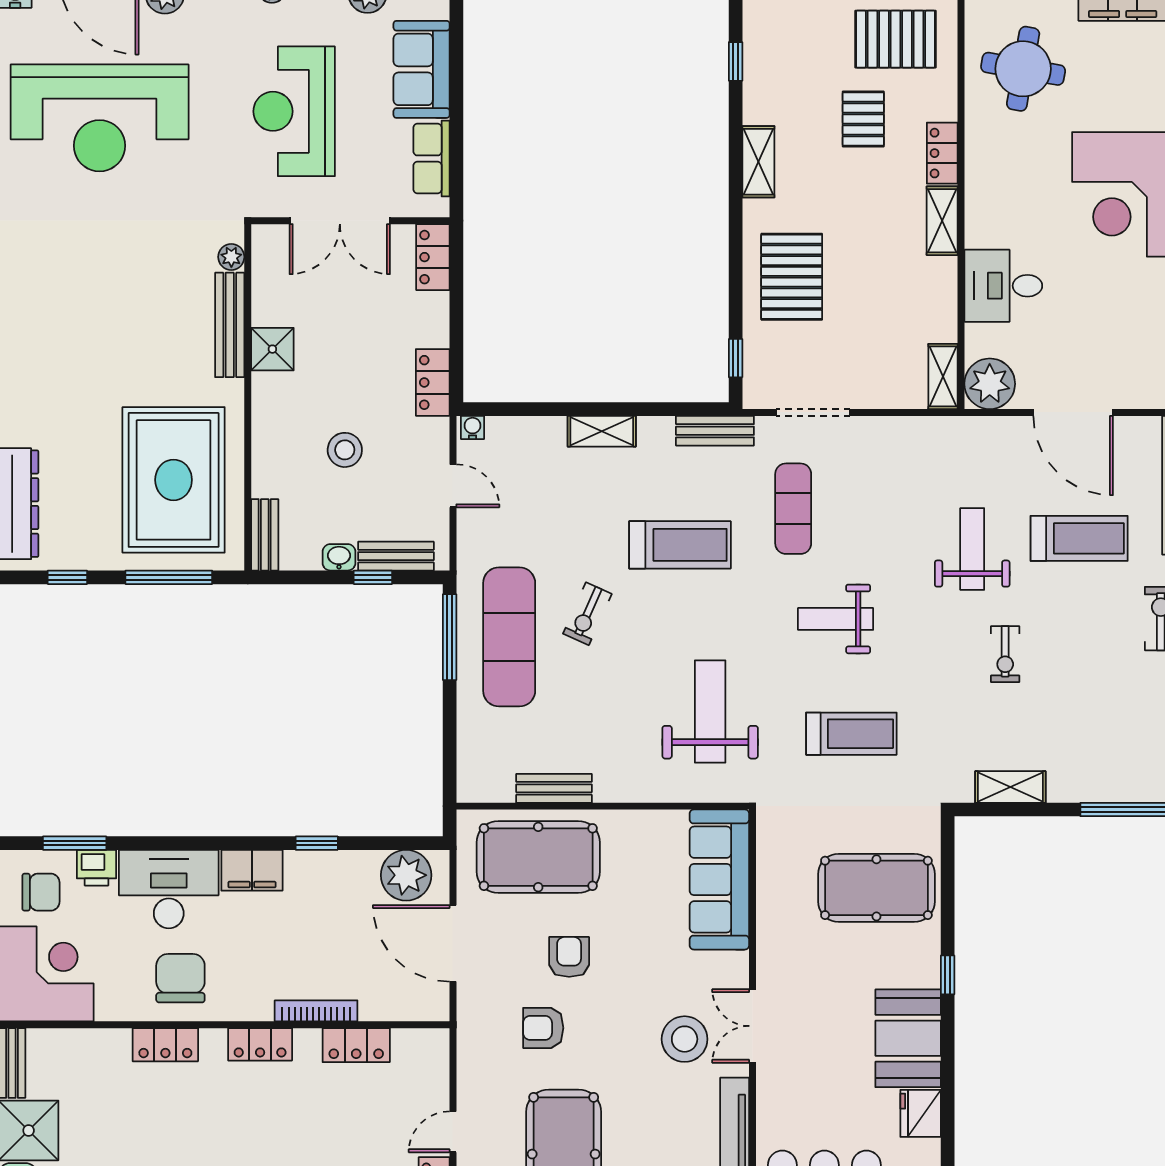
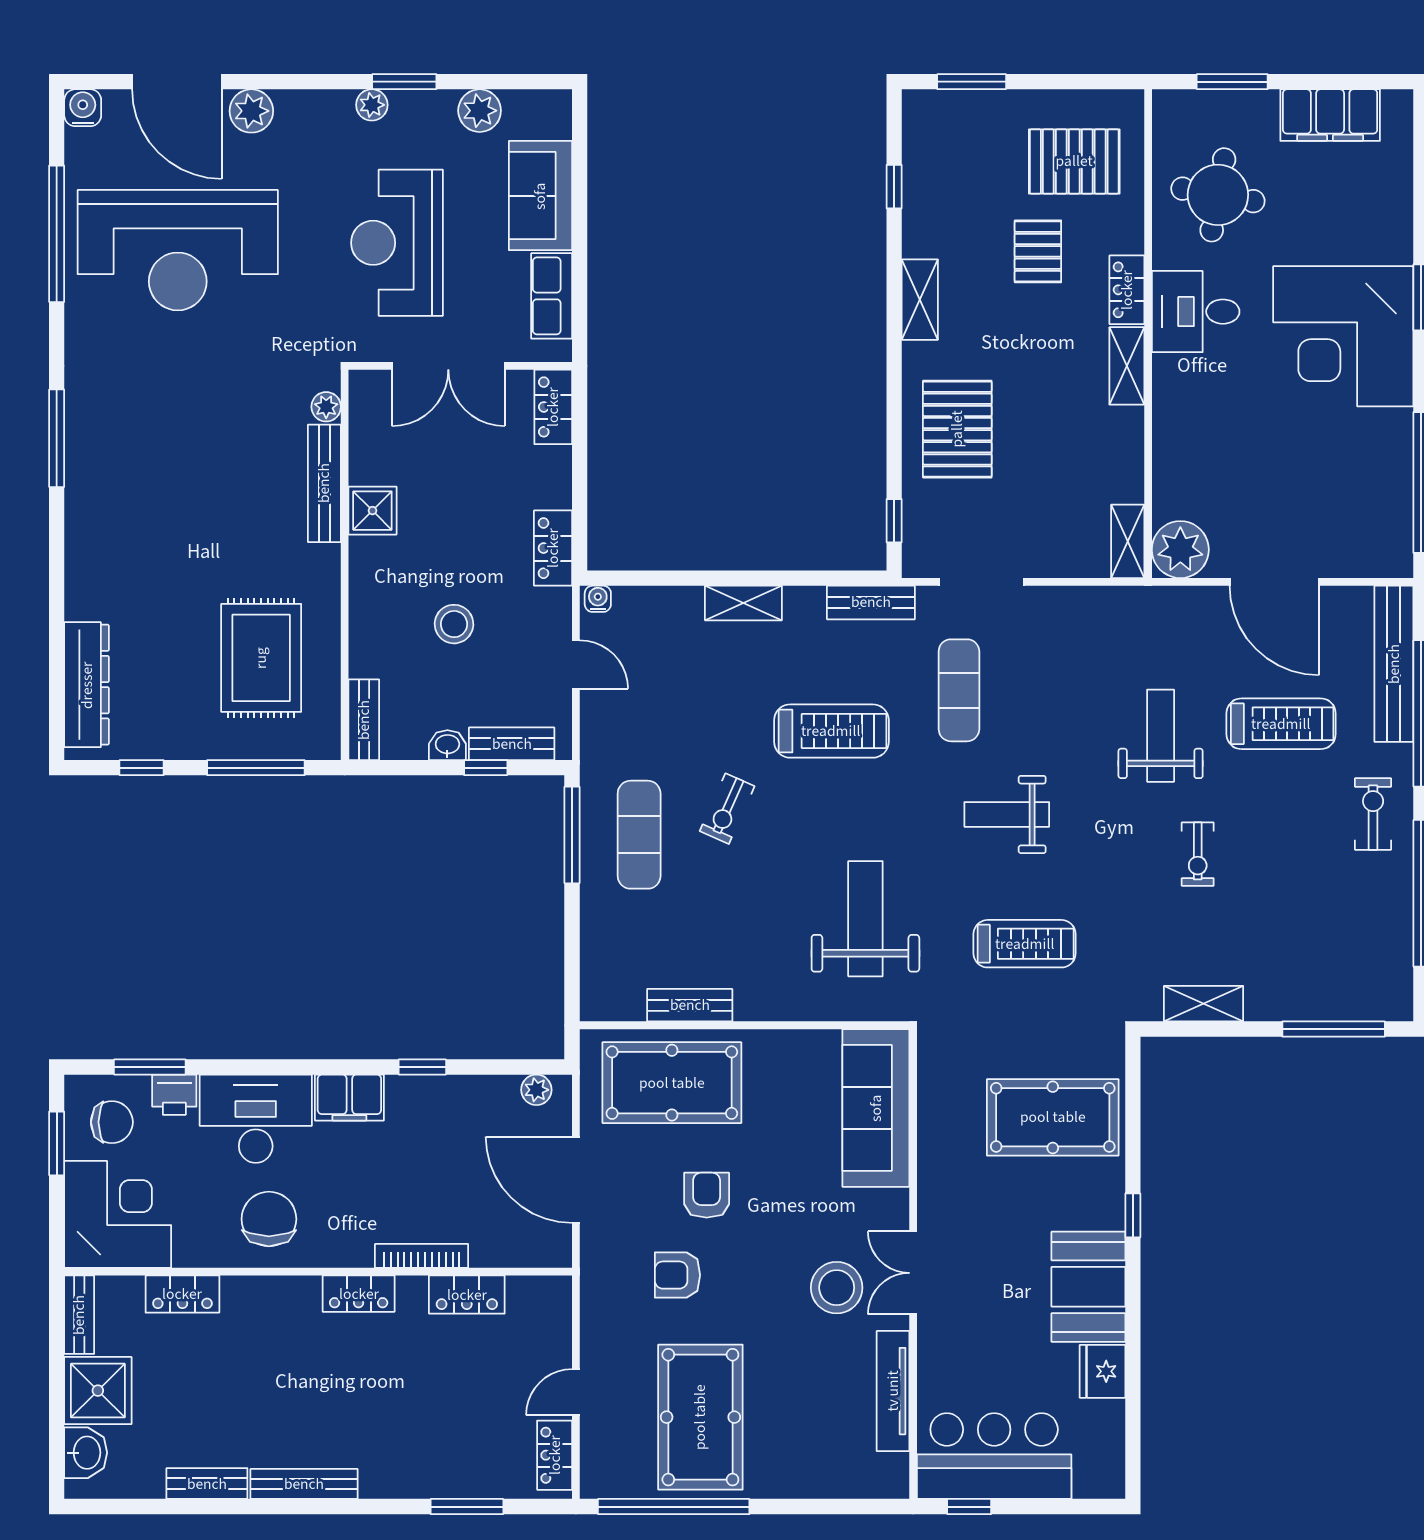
desk: (1003, 286) -> (1196, 312), moved
rug: (174, 480) -> (261, 658), width x0.73, depth x0.69
exercise mat: (509, 637) -> (639, 835), width x0.73, depth x0.69
plant: (406, 875) -> (536, 1090), width x0.53, depth x0.53
locker: (165, 1045) -> (182, 1294), moved

